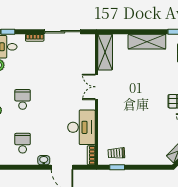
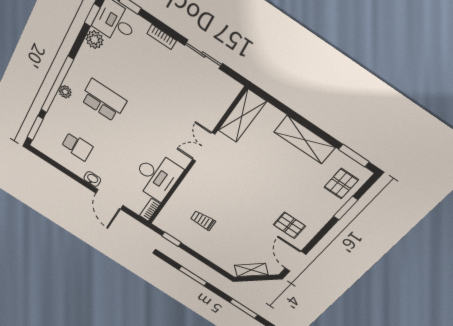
sliding door: (63, 32) -> (204, 54), width x0.73
school desk: (23, 99) -> (103, 100), width x1.85
school desk: (23, 143) -> (77, 147), turned 90
trolley: (116, 153) -> (203, 220), moved

